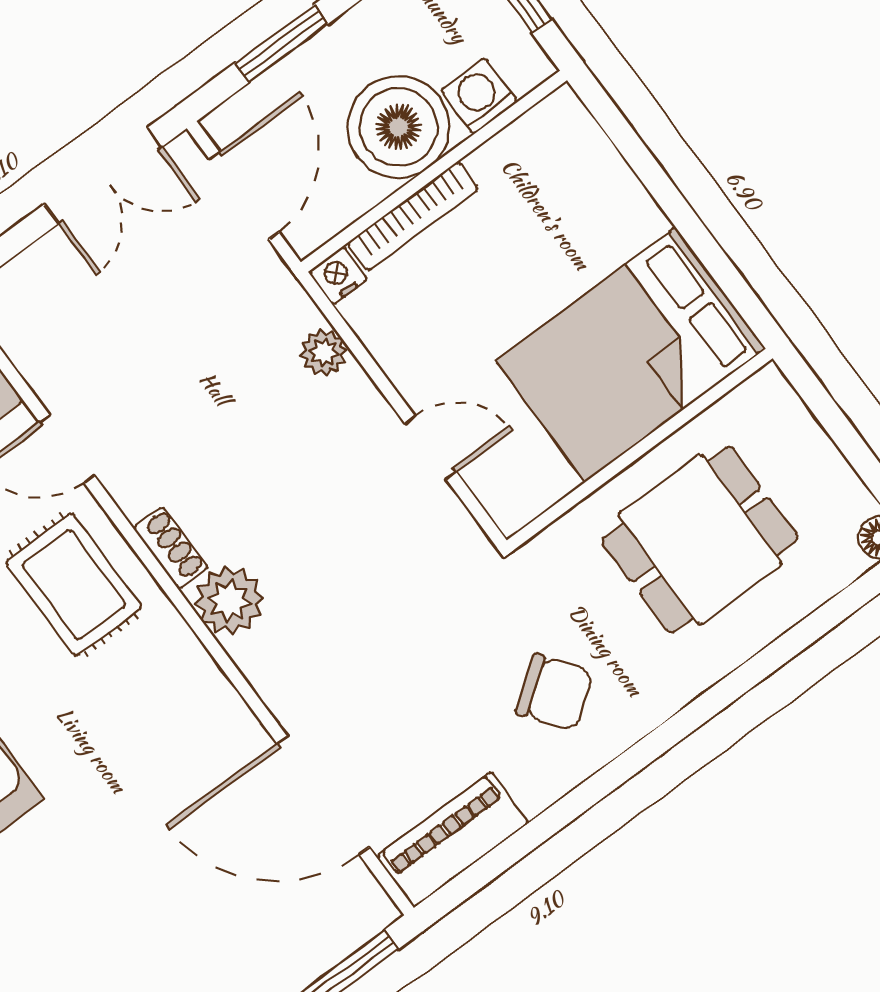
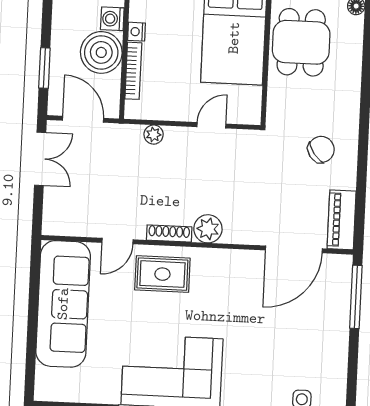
nightstand: (338, 276) -> (136, 32), moved
dining table: (700, 540) -> (301, 42), moved
shoe rack: (171, 548) -> (169, 233), width x1.43

